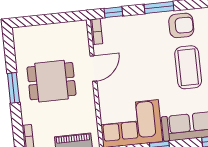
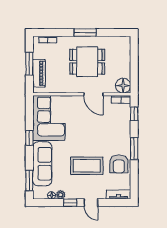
floor lamp: (78, 31) -> (123, 86), added
dining table: (51, 81) -> (87, 62), turned 90

